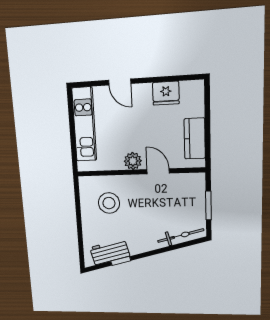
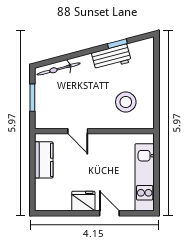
fridge: (166, 93) -> (83, 201), moved
plant: (133, 161) -> (101, 142), removed
workbench: (110, 252) -> (111, 57), moved

